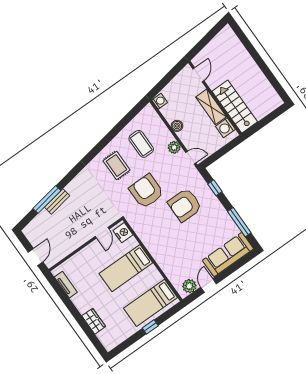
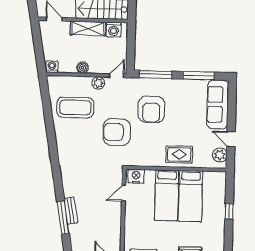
coffee table: (141, 144) -> (75, 108), width x1.36, depth x1.32
rug: (117, 165) -> (179, 155), moved
window: (215, 188) -> (156, 74), width x2.17
door: (102, 233) -> (124, 193), swing flipped
bed: (150, 303) -> (190, 196), moved

